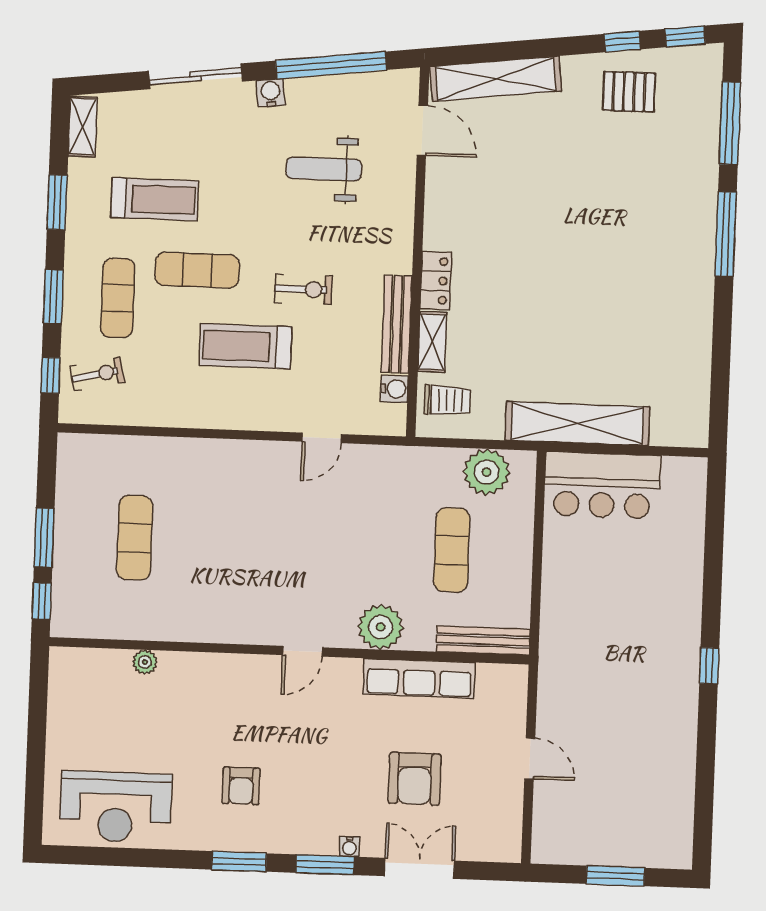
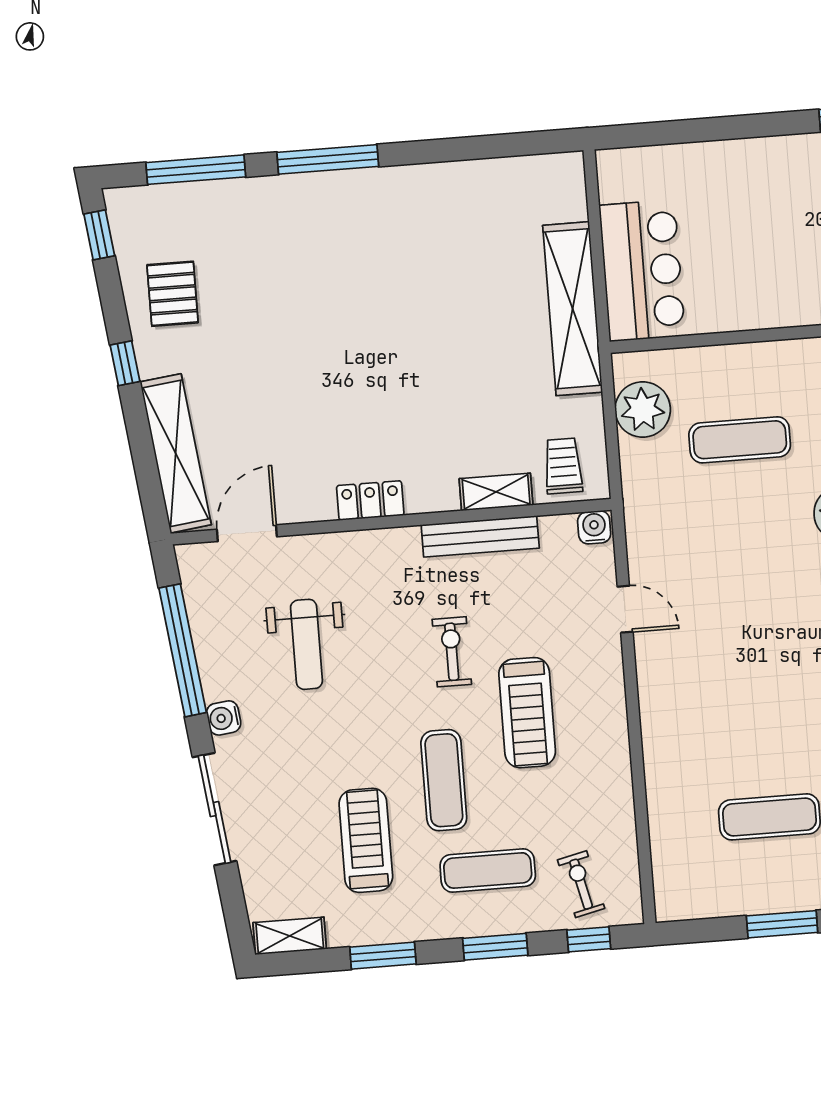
window: (622, 42) -> (125, 363), moved
locker: (436, 281) -> (370, 500), moved
water cooler: (394, 389) -> (594, 527), moved

